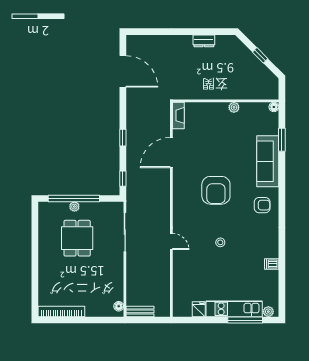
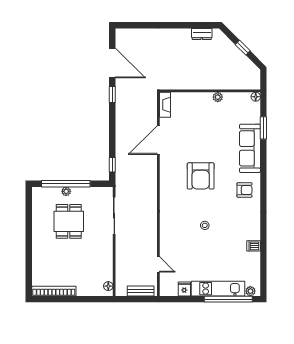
dresser: (204, 41) -> (202, 34), moved
window: (123, 138) -> (112, 94), moved
door: (171, 242) -> (158, 264), moved
bench: (140, 311) -> (141, 291), moved
window: (245, 320) -> (228, 299), width x1.46

